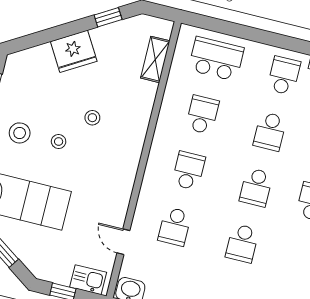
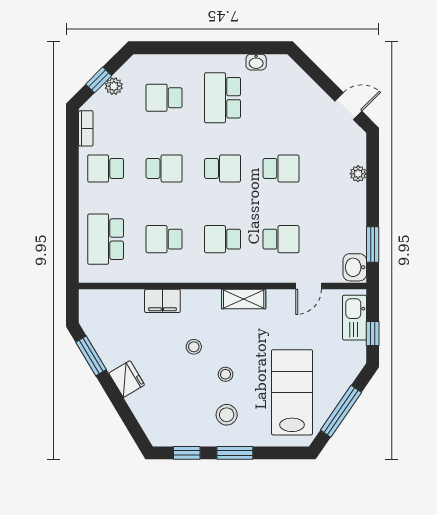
window: (108, 17) -> (91, 356), width x1.50
fridge: (74, 51) -> (127, 379), width x0.73, depth x0.75
shelving: (155, 59) -> (244, 299), moved
filing cabinet: (144, 99) -> (162, 301), added
kitchen sink: (88, 280) -> (355, 318), width x1.38

